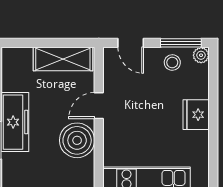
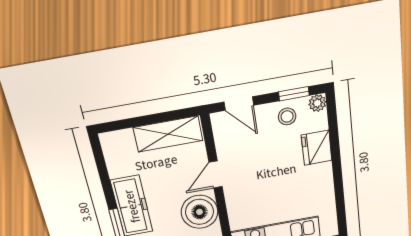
window: (181, 43) -> (294, 94), width x0.67
fridge: (196, 115) -> (317, 148), moved

